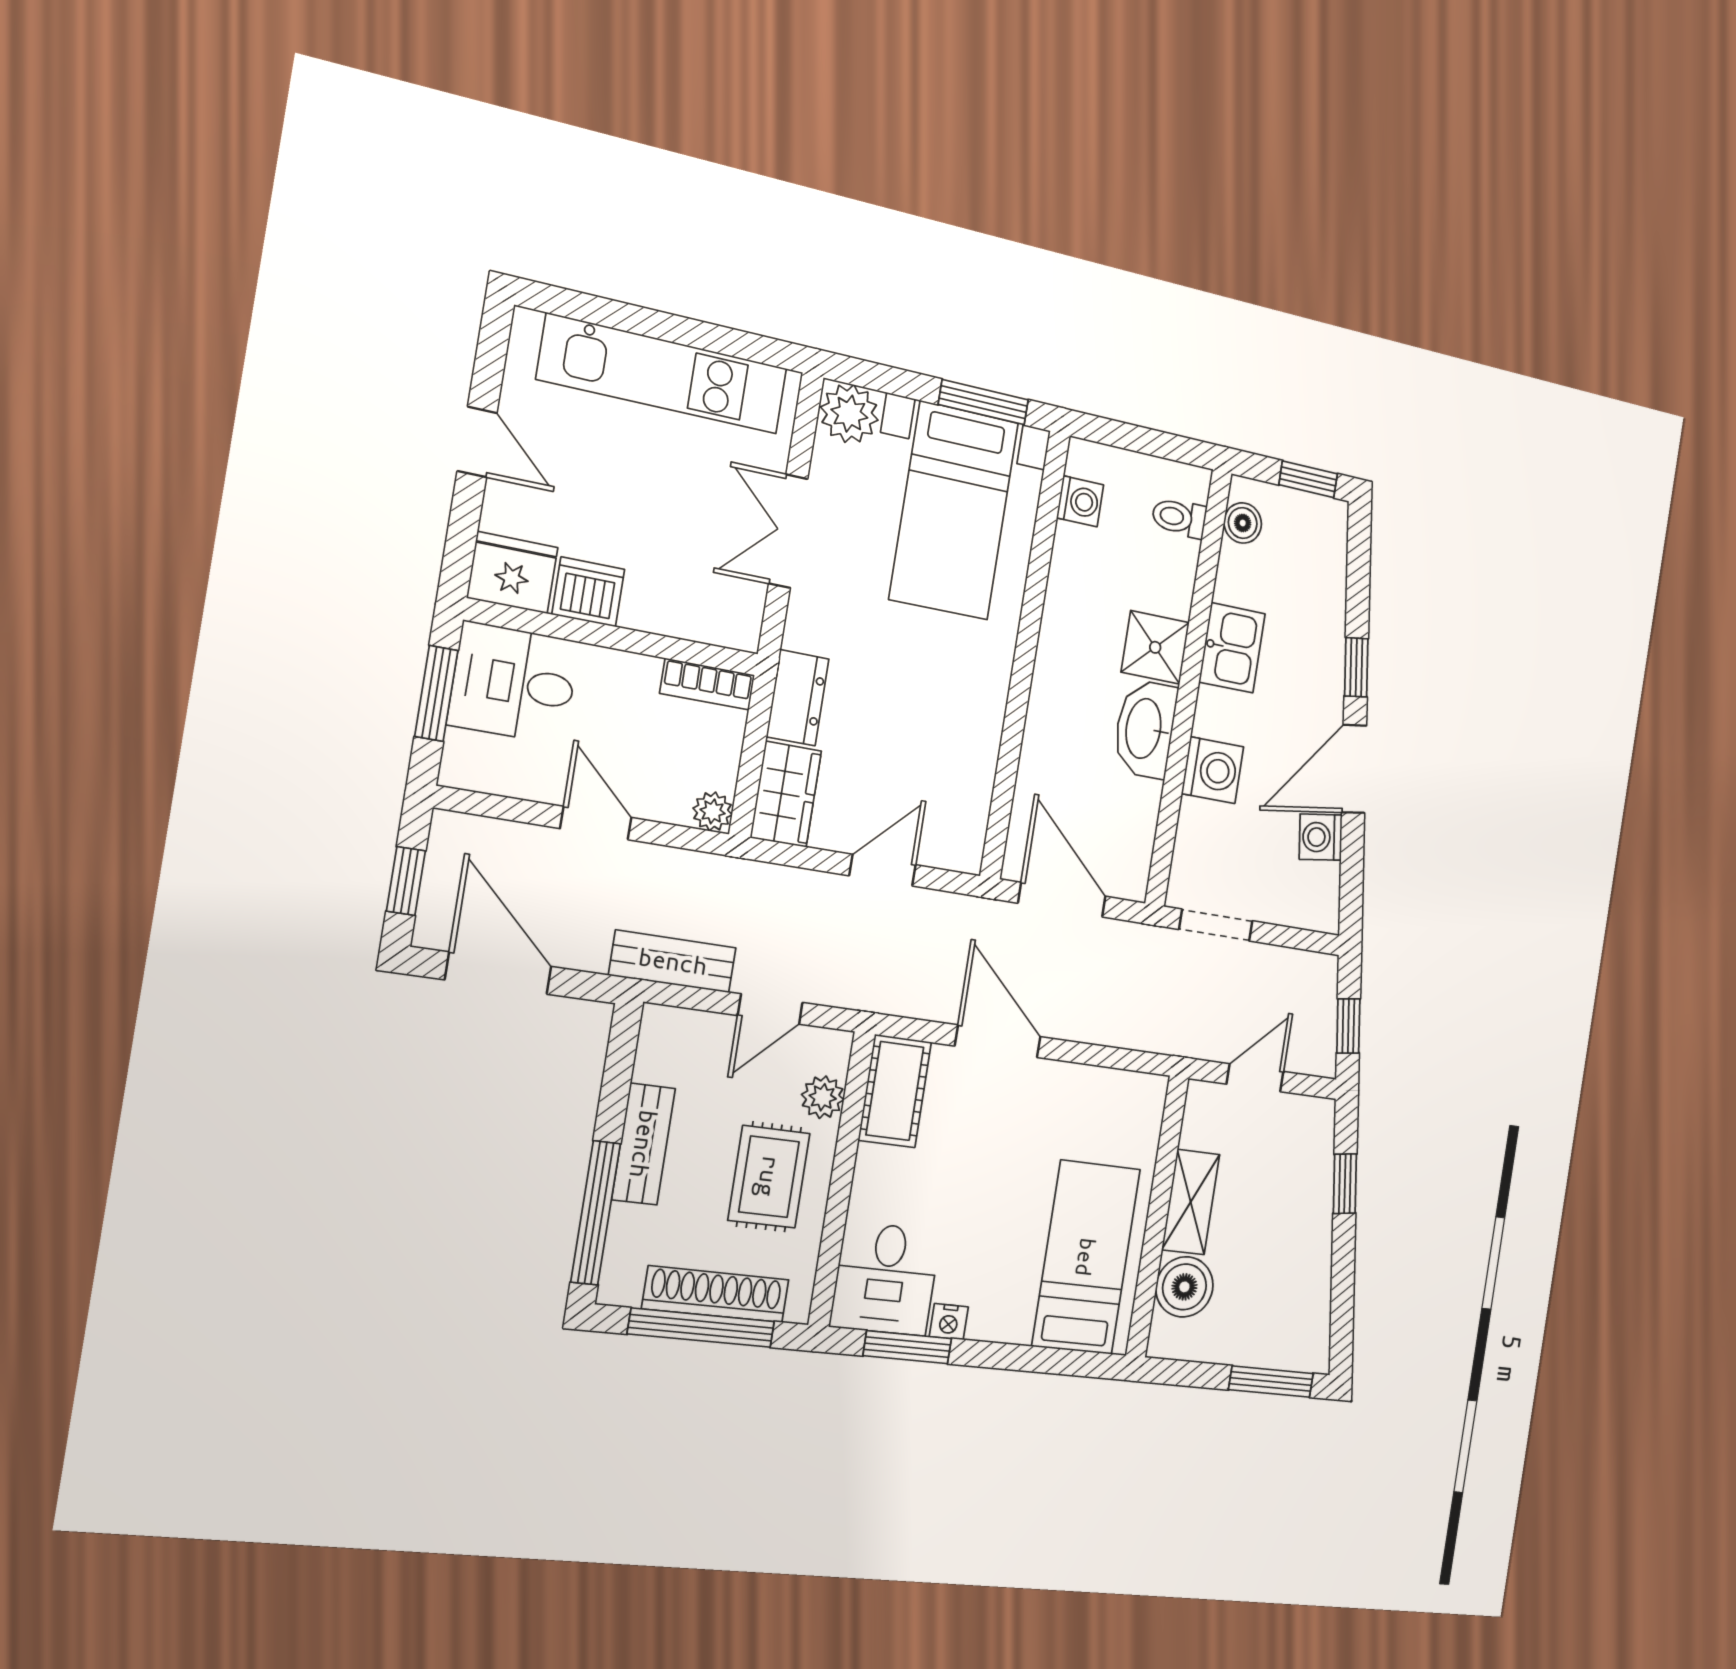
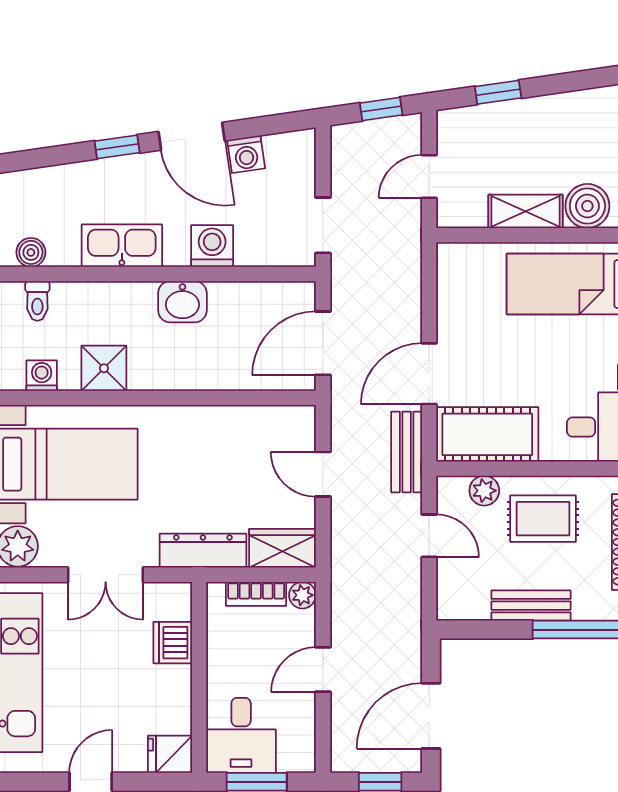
fridge: (512, 573) -> (170, 754), width x0.72
dishwasher: (588, 592) -> (173, 643), moved
shower: (1155, 647) -> (104, 368), moved
kitchen sink: (1232, 648) -> (122, 246), width x1.38
bookcase: (707, 684) -> (256, 594), moved, turned 90
dresser: (798, 698) -> (203, 551), width x1.44
washbasin: (1145, 729) -> (182, 302), width x0.72
bench: (673, 961) -> (407, 452), moved
door: (1255, 1078) -> (429, 177), hinge flipped
cot: (895, 1091) -> (487, 434), width x1.37, depth x1.34

